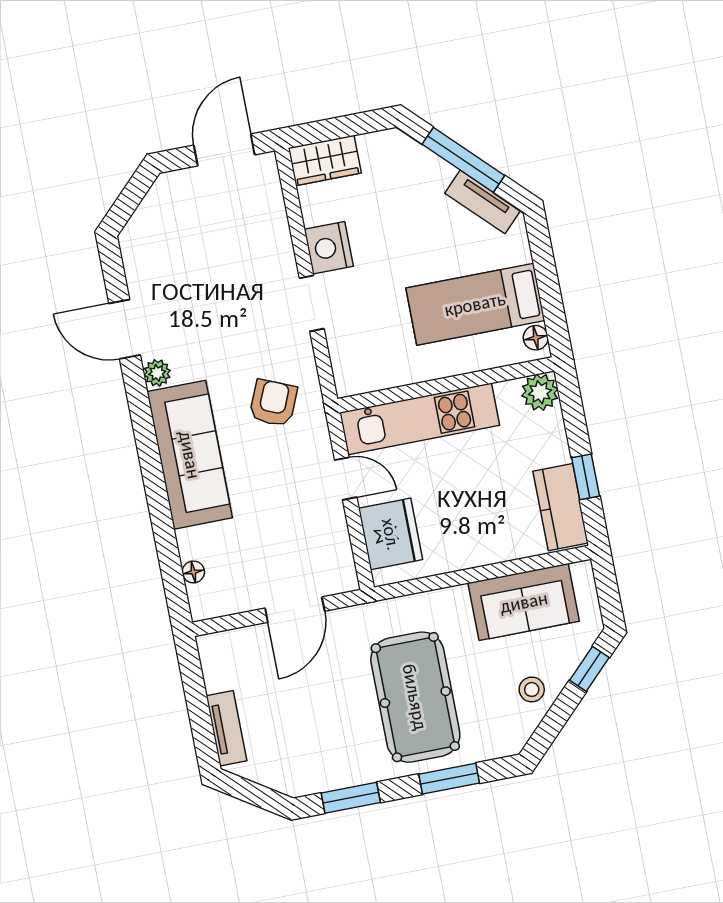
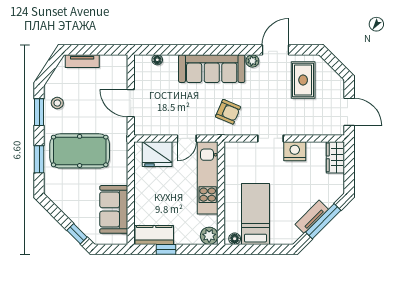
tv unit: (483, 202) -> (312, 217), moved
rug: (176, 259) -> (303, 80), added
stool: (532, 689) -> (57, 103), moved

